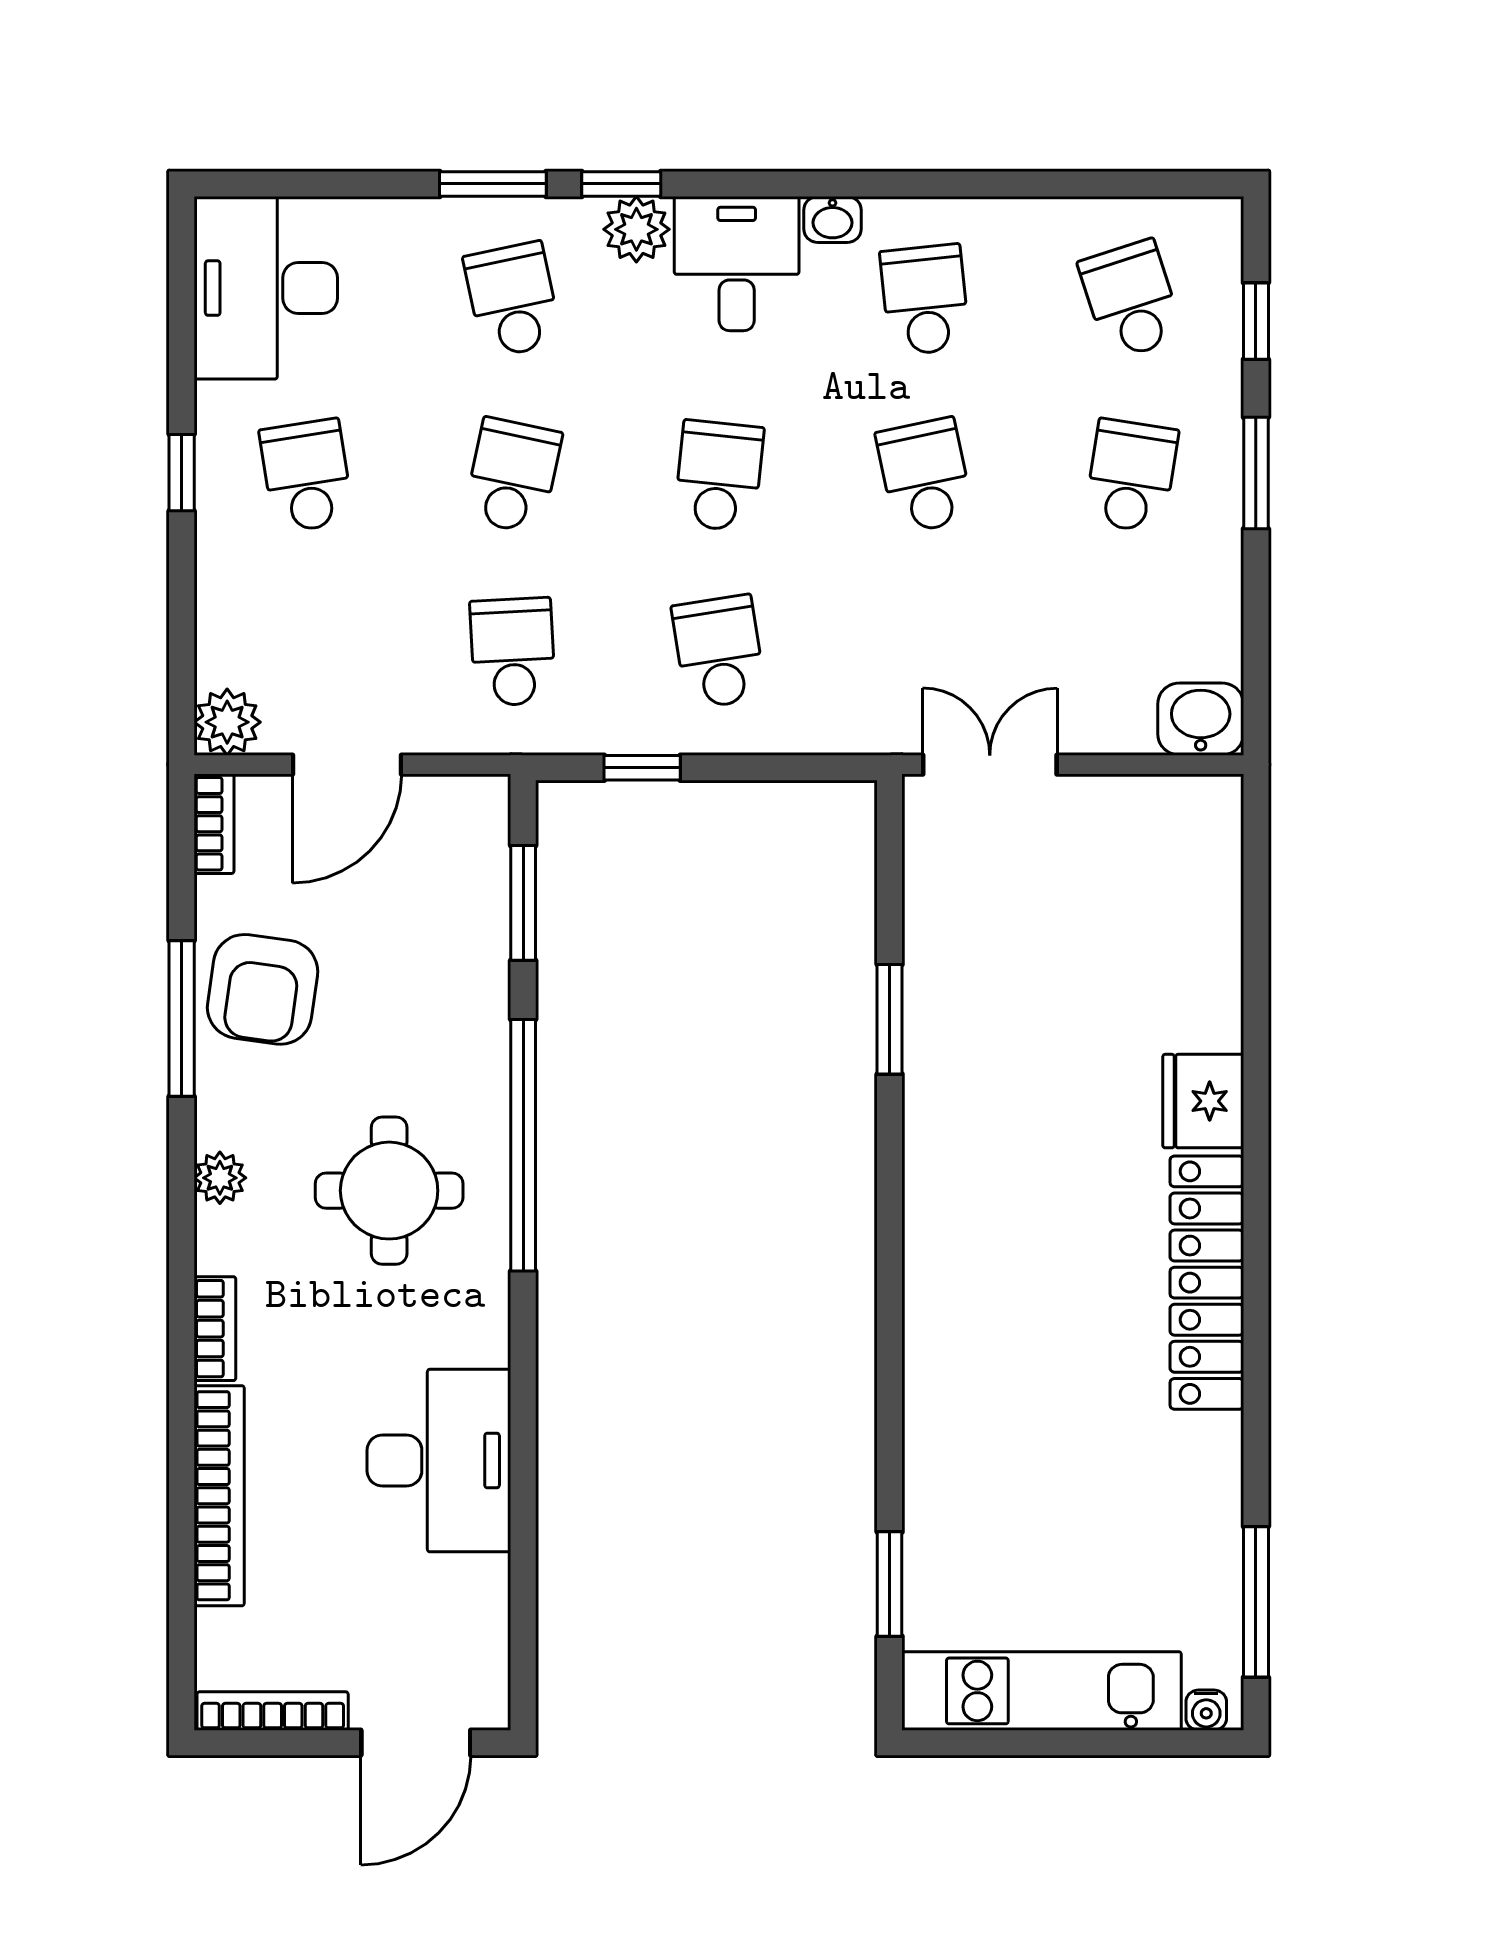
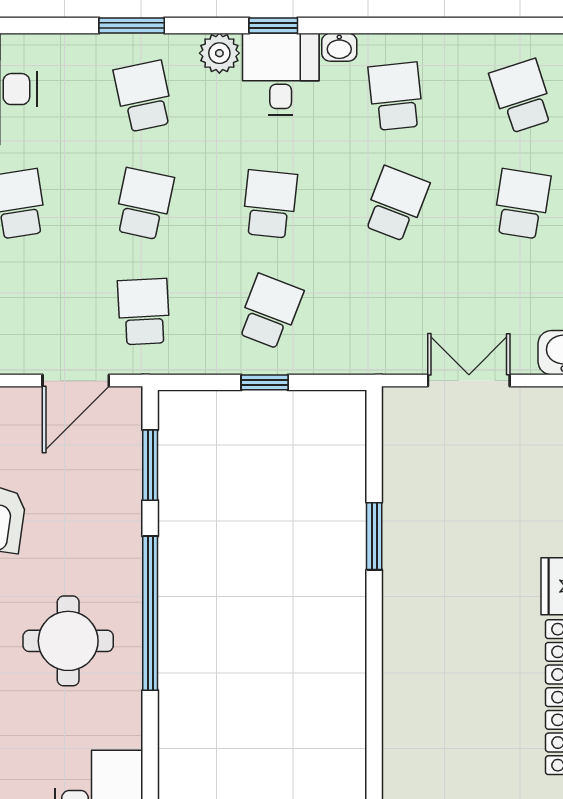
window: (621, 184) -> (273, 25), moved
school desk: (925, 476) -> (396, 204), turned 33
school desk: (719, 652) -> (270, 312), turned 30
door: (347, 765) -> (76, 380), moved
double door: (990, 765) -> (469, 380), moved
window: (642, 768) -> (265, 382), moved

